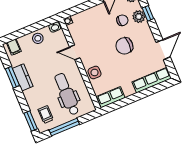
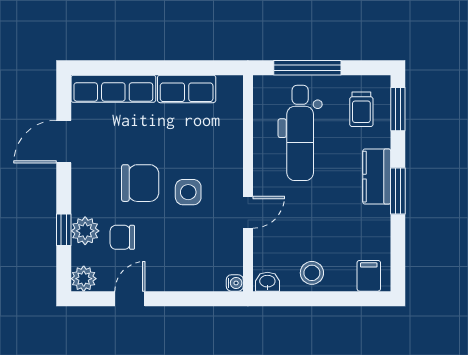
door: (75, 52) -> (248, 212), hinge flipped
side table: (95, 73) -> (188, 192), moved
window: (12, 77) -> (398, 191), moved
kitchen counter: (23, 77) -> (377, 177), moved
row of seats: (111, 97) -> (187, 89), moved
window: (64, 127) -> (307, 68), moved

